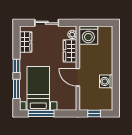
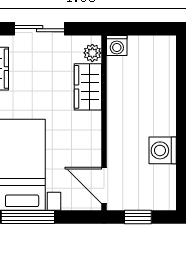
washing machine: (88, 35) -> (117, 45), width x0.53, depth x0.53
door: (78, 77) -> (104, 185), moved

